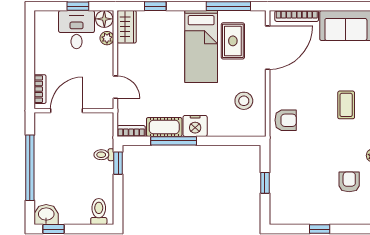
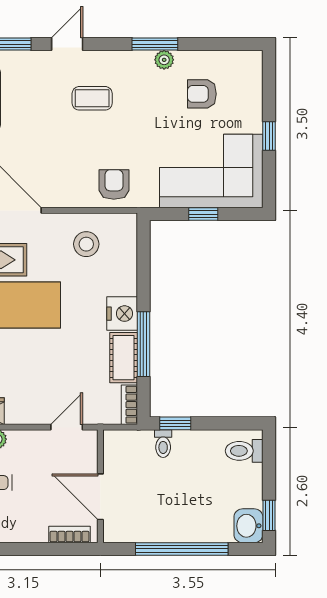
corner sofa: (295, 189) -> (211, 171), added

